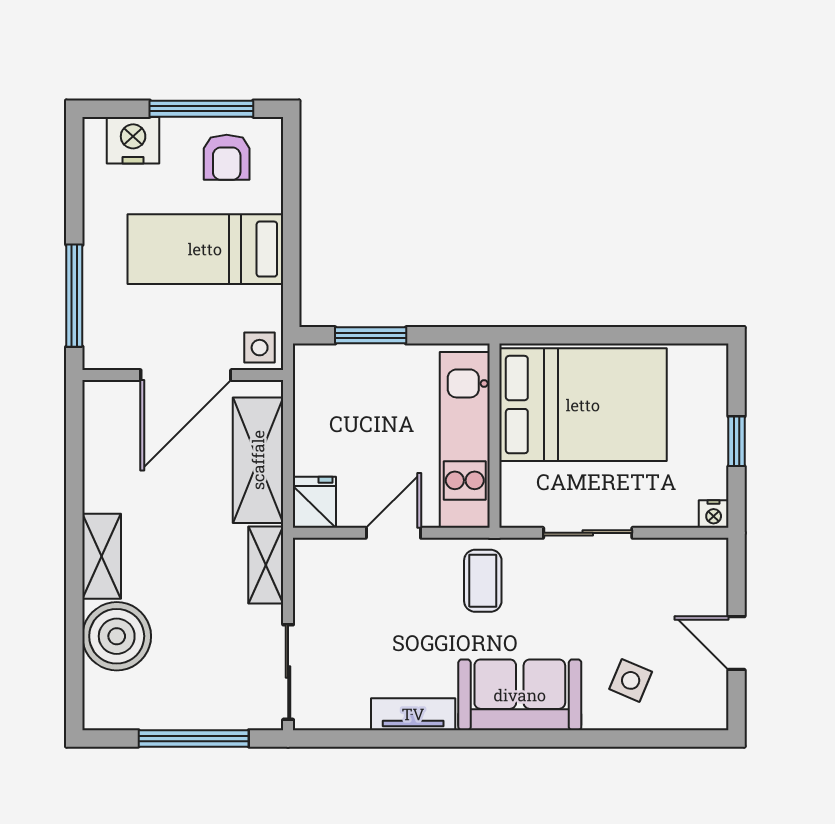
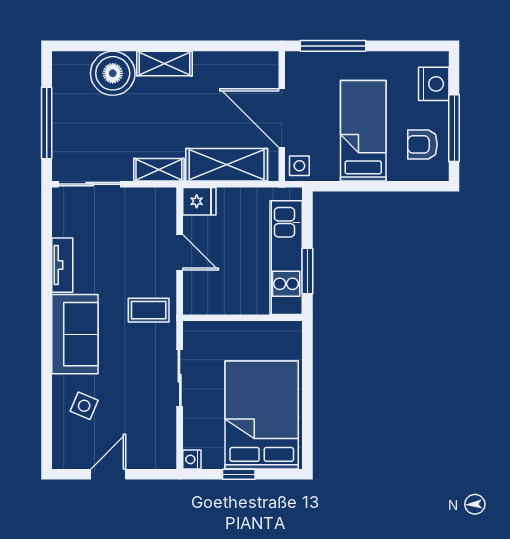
window: (371, 335) -> (307, 271), moved
bed: (583, 405) -> (262, 415), moved, turned 180
kitchen unit: (465, 440) -> (286, 258), moved, turned -90

